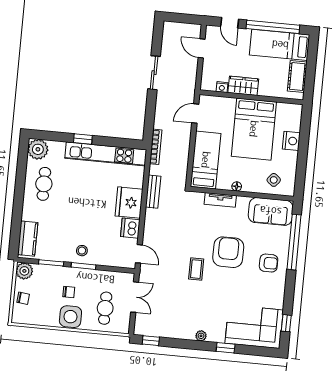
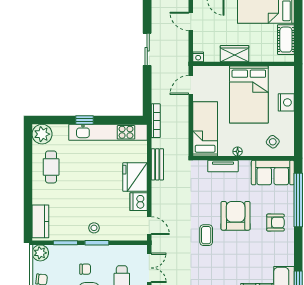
nightstand: (222, 87) -> (198, 57), moved

